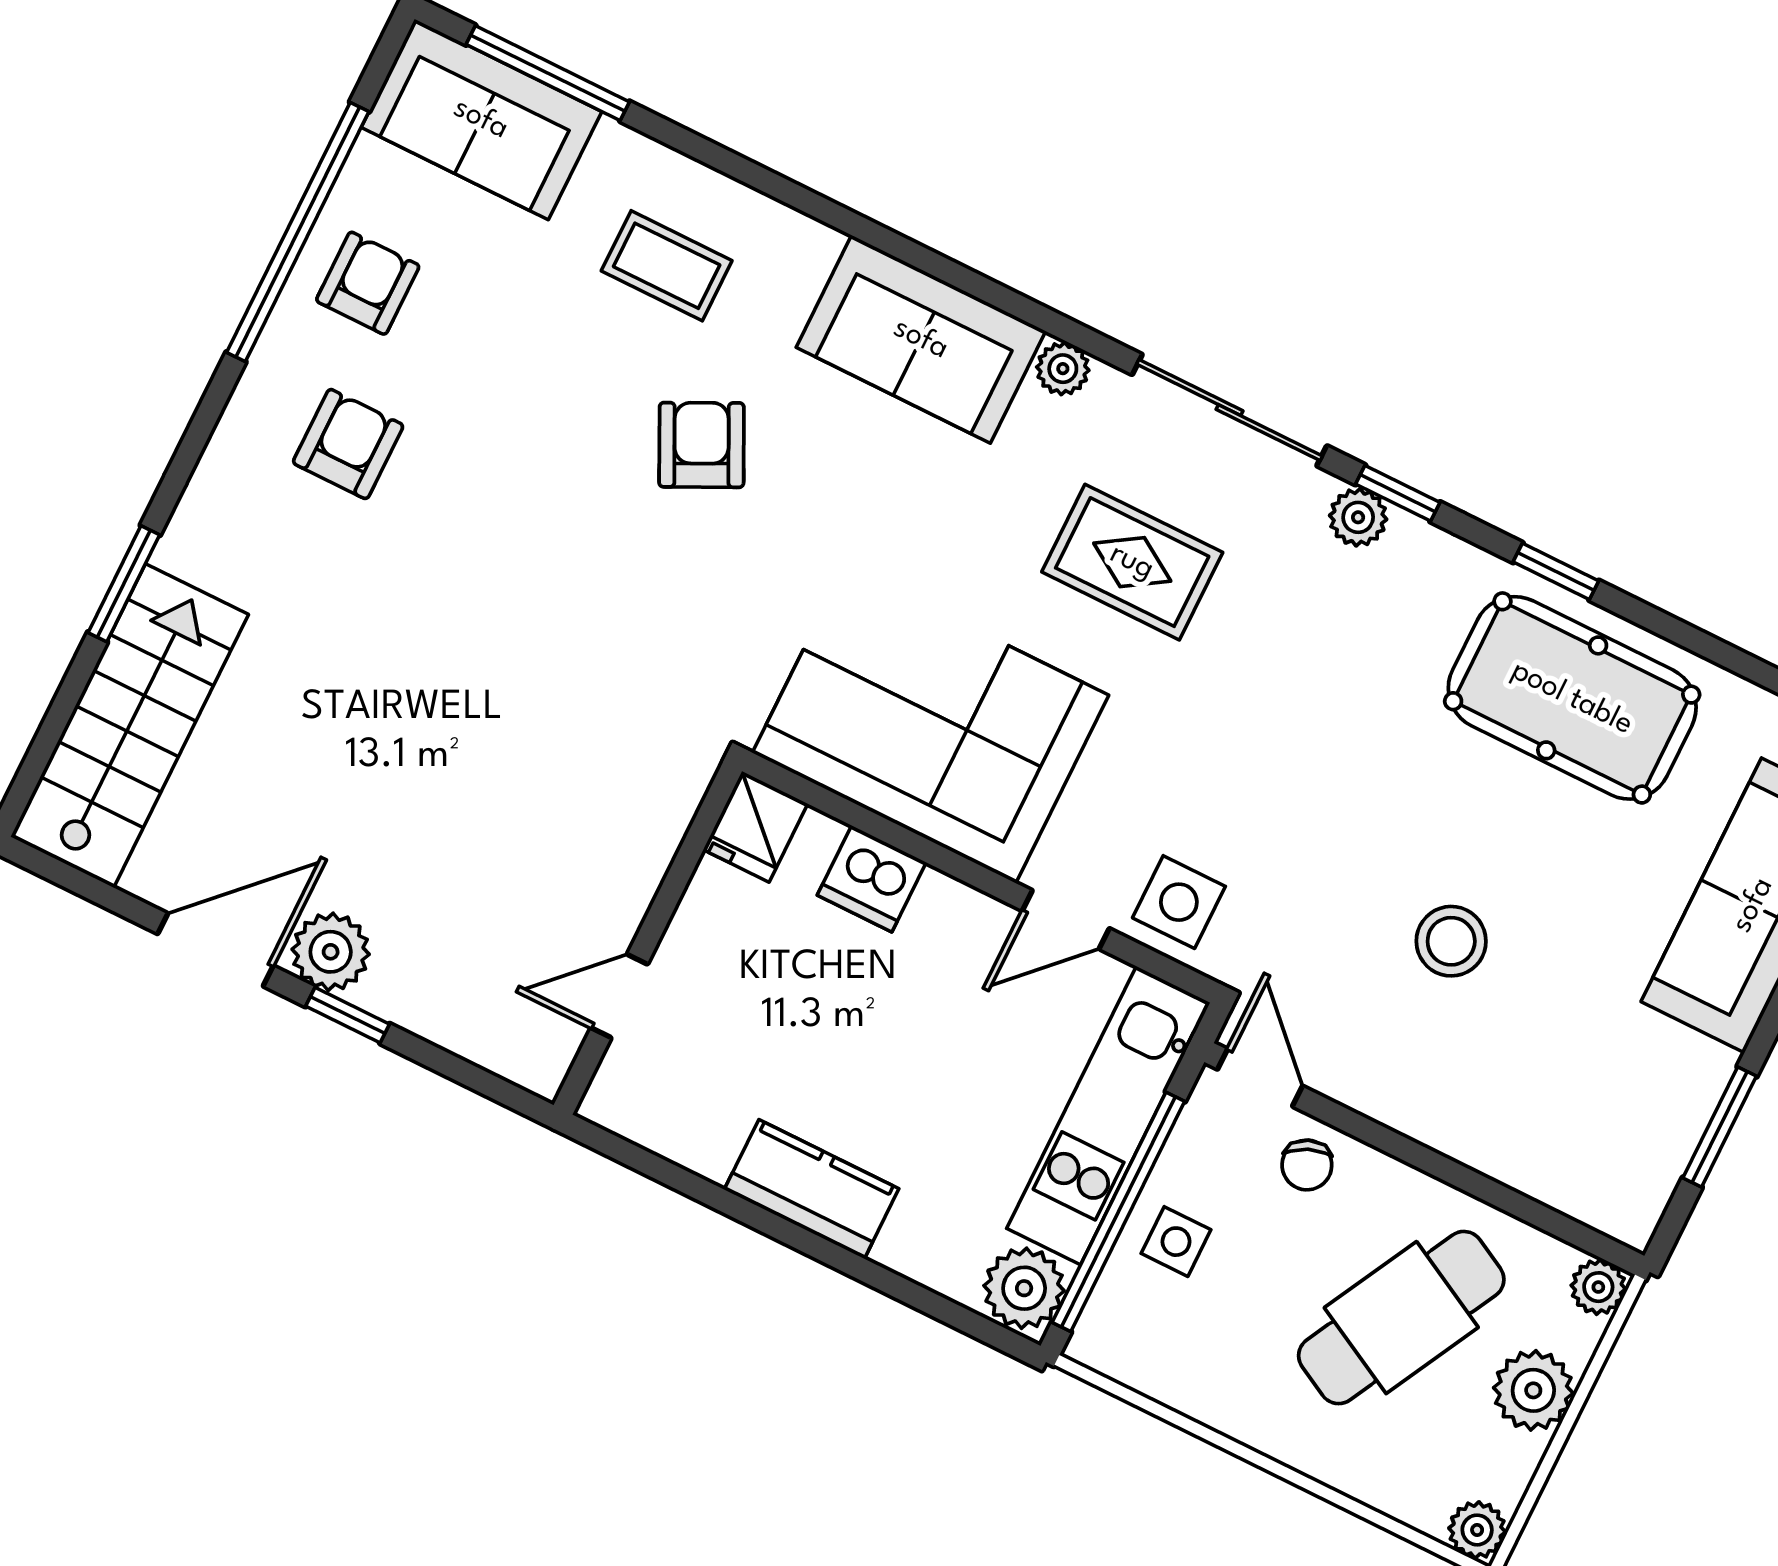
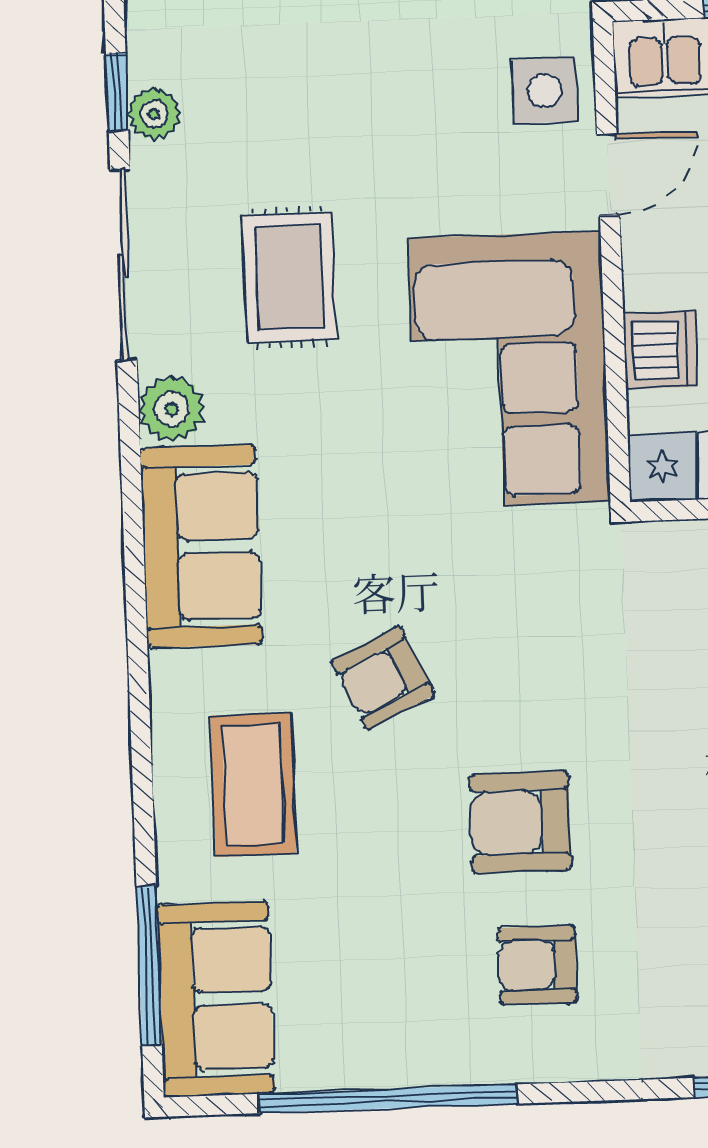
coffee table: (667, 266) -> (253, 785), width x1.36, depth x1.30
armchair: (368, 283) -> (520, 822), moved, width x1.38, depth x1.38
plant: (1063, 369) -> (172, 409), width x1.38, depth x1.38
door: (1066, 920) -> (608, 174), hinge flipped

